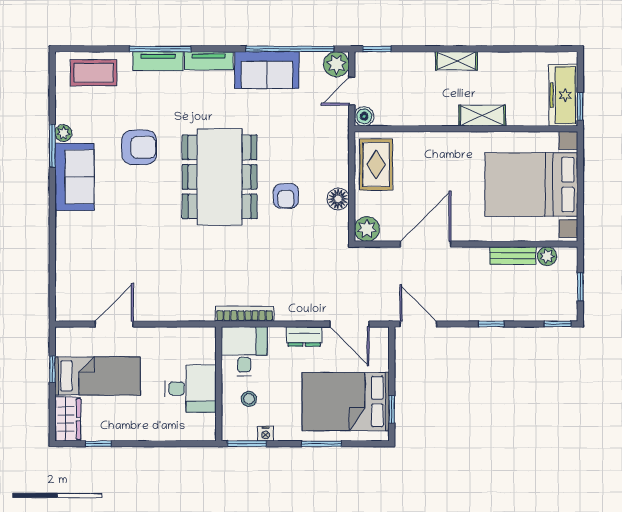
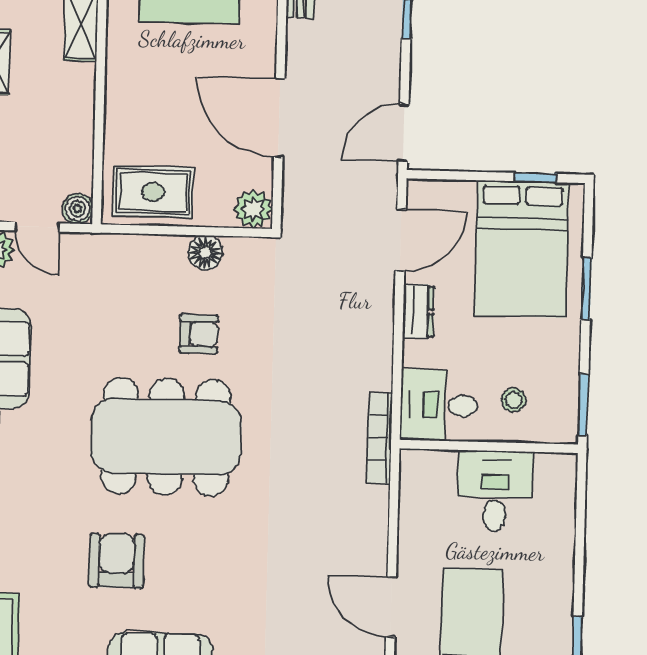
bookcase: (245, 314) -> (380, 438), moved
nightstand: (266, 434) -> (568, 375), removed

